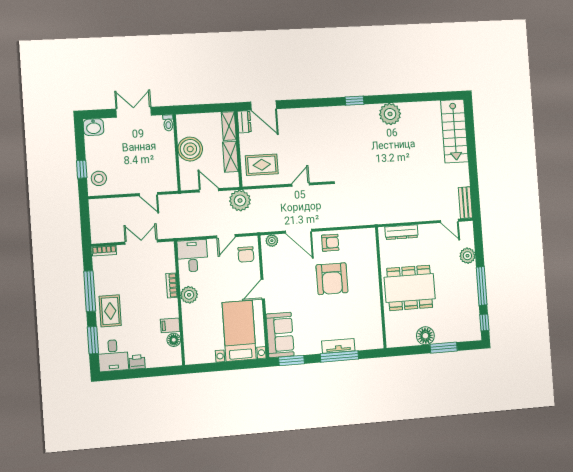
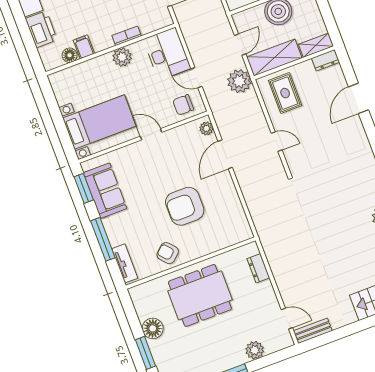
door: (264, 105) -> (358, 98), moved
shelving: (231, 157) -> (274, 58), width x1.50, depth x1.33
door: (449, 221) -> (287, 319), swing flipped
dresser: (401, 232) -> (258, 268), width x0.70
armchair: (330, 243) -> (168, 253), moved, turned 138
desk: (192, 256) -> (167, 54), width x1.37
dining table: (410, 288) -> (200, 295), turned 90
sofa: (280, 335) -> (105, 191), moved, turned -90
tv unit: (338, 346) -> (125, 263), moved
printer: (137, 362) -> (41, 29), width x1.87, depth x1.48

